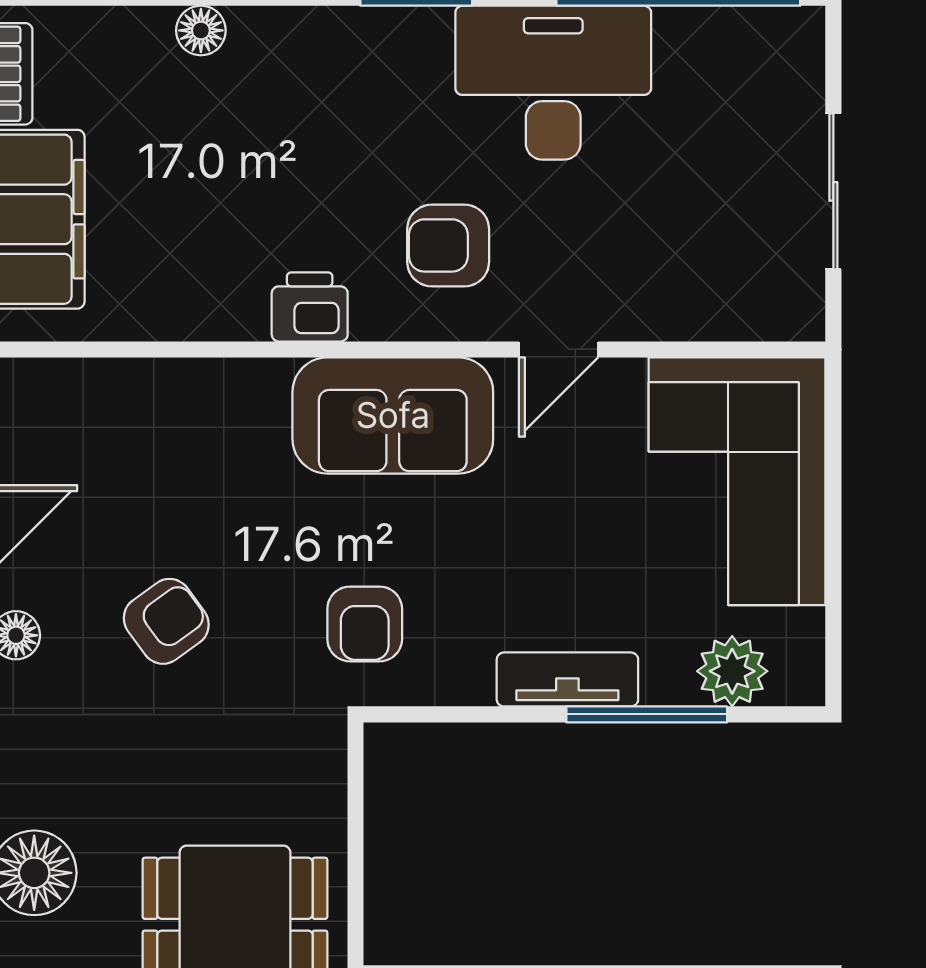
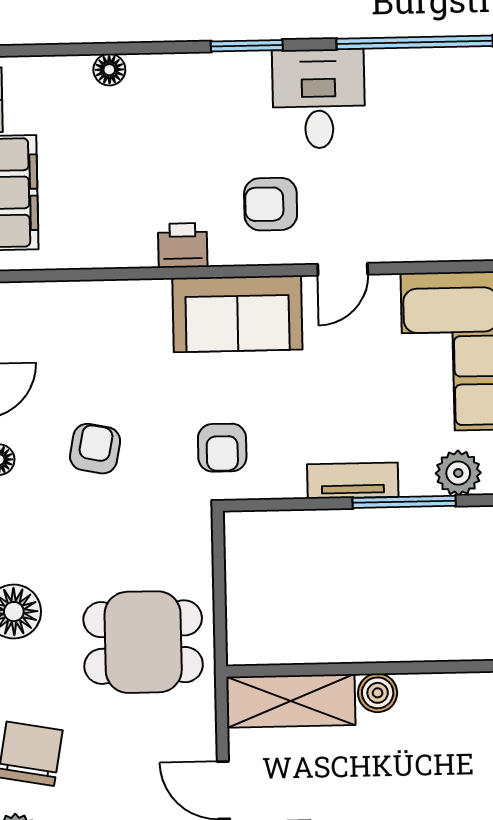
desk: (553, 83) -> (319, 99), width x0.73
armchair: (166, 621) -> (95, 449), turned -43

